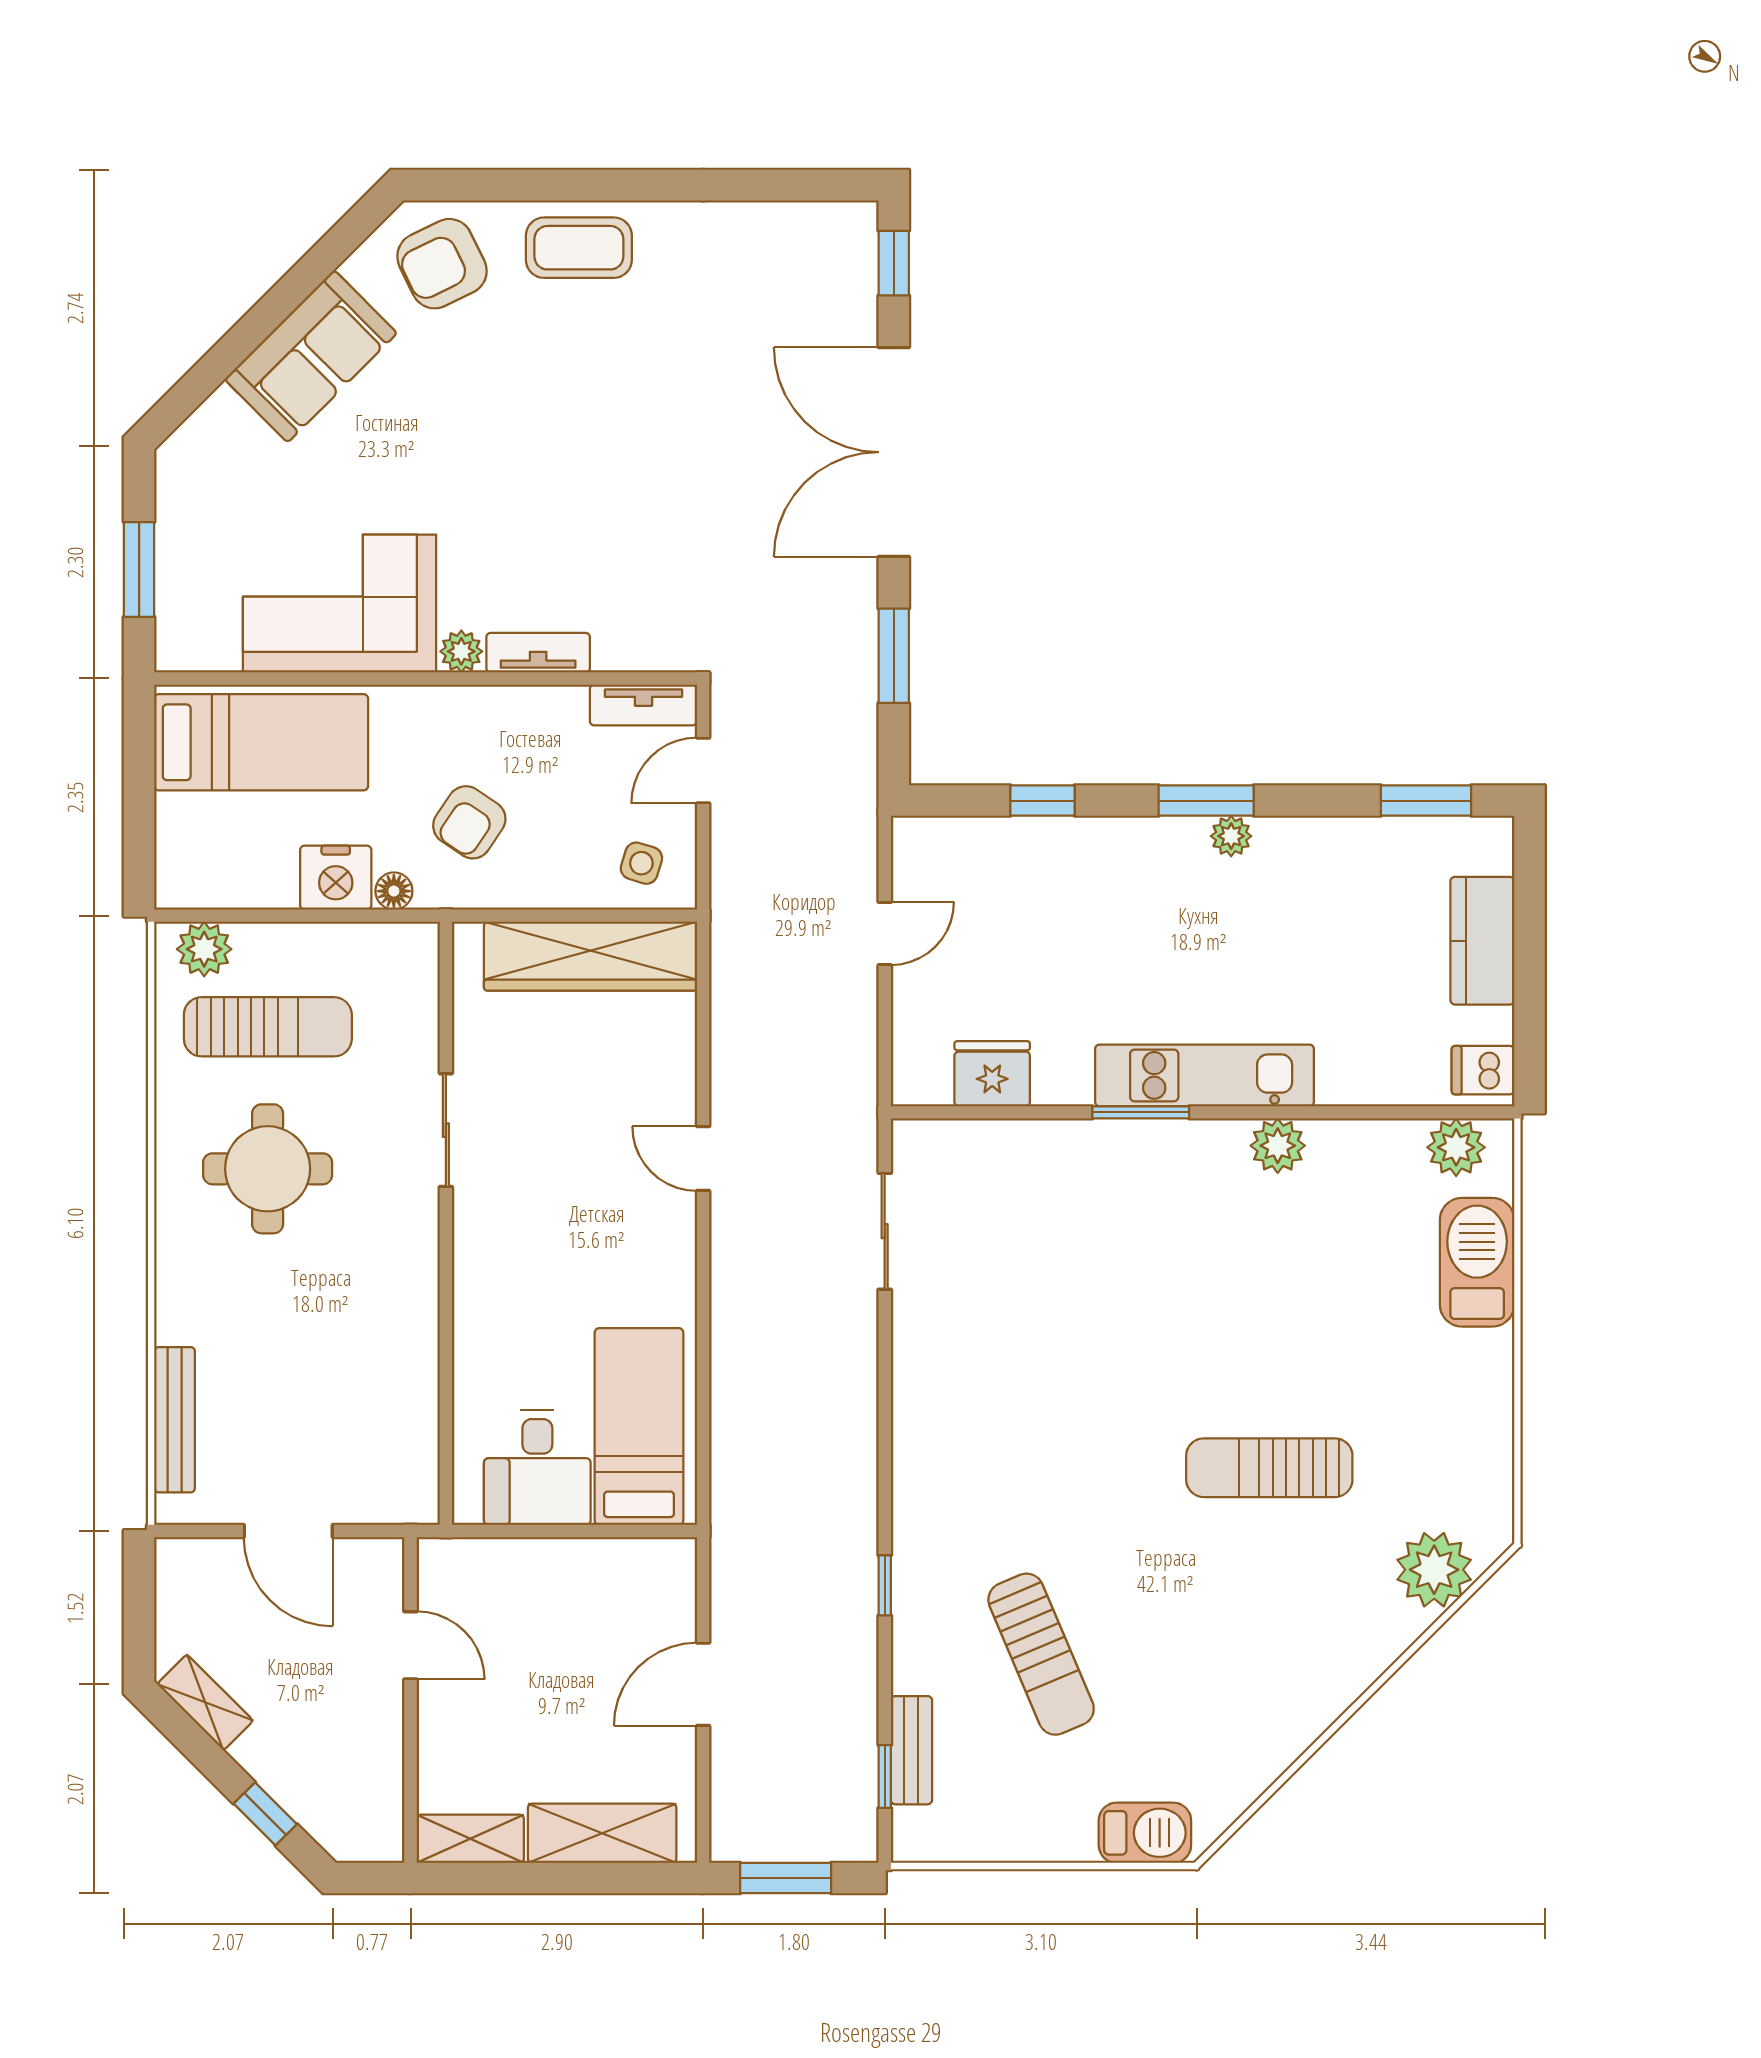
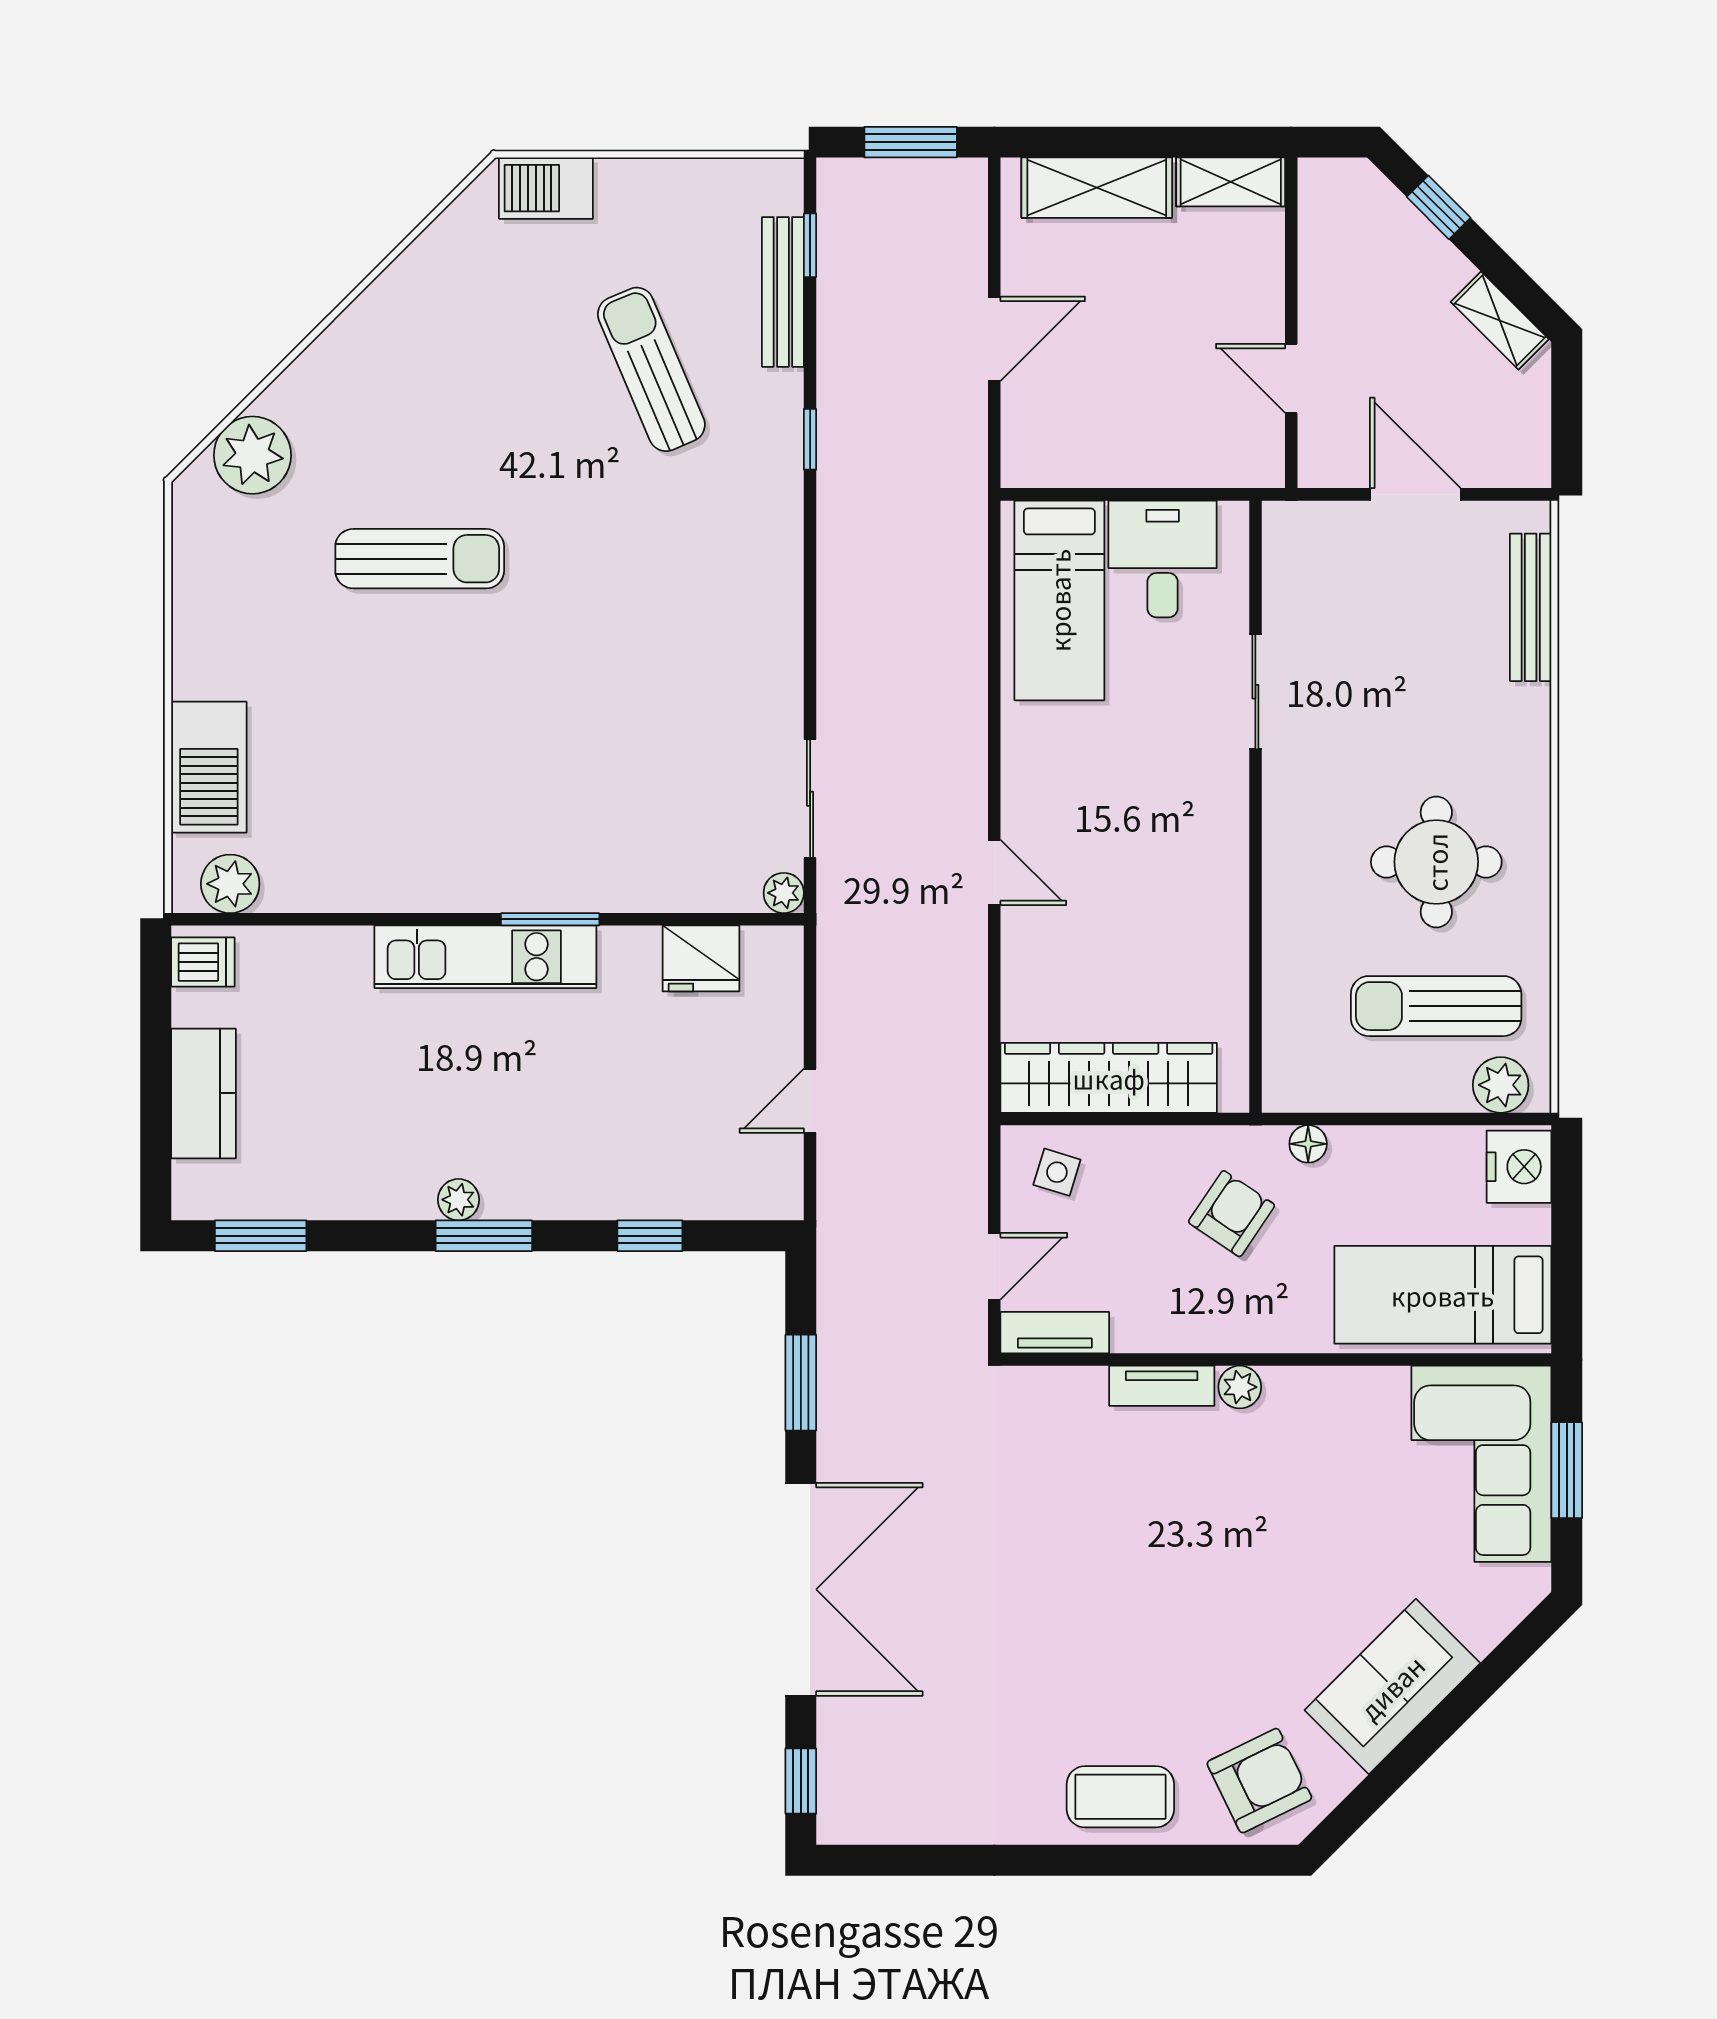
corner sofa: (340, 603) -> (1481, 1464), moved, turned 90
nightstand: (336, 878) -> (1519, 1167), moved, turned 90
sliding door: (446, 1130) -> (1255, 692), moved
plant: (1278, 1146) -> (784, 893), moved, width x0.73, depth x0.73
bench: (911, 1750) -> (783, 292), width x1.36

